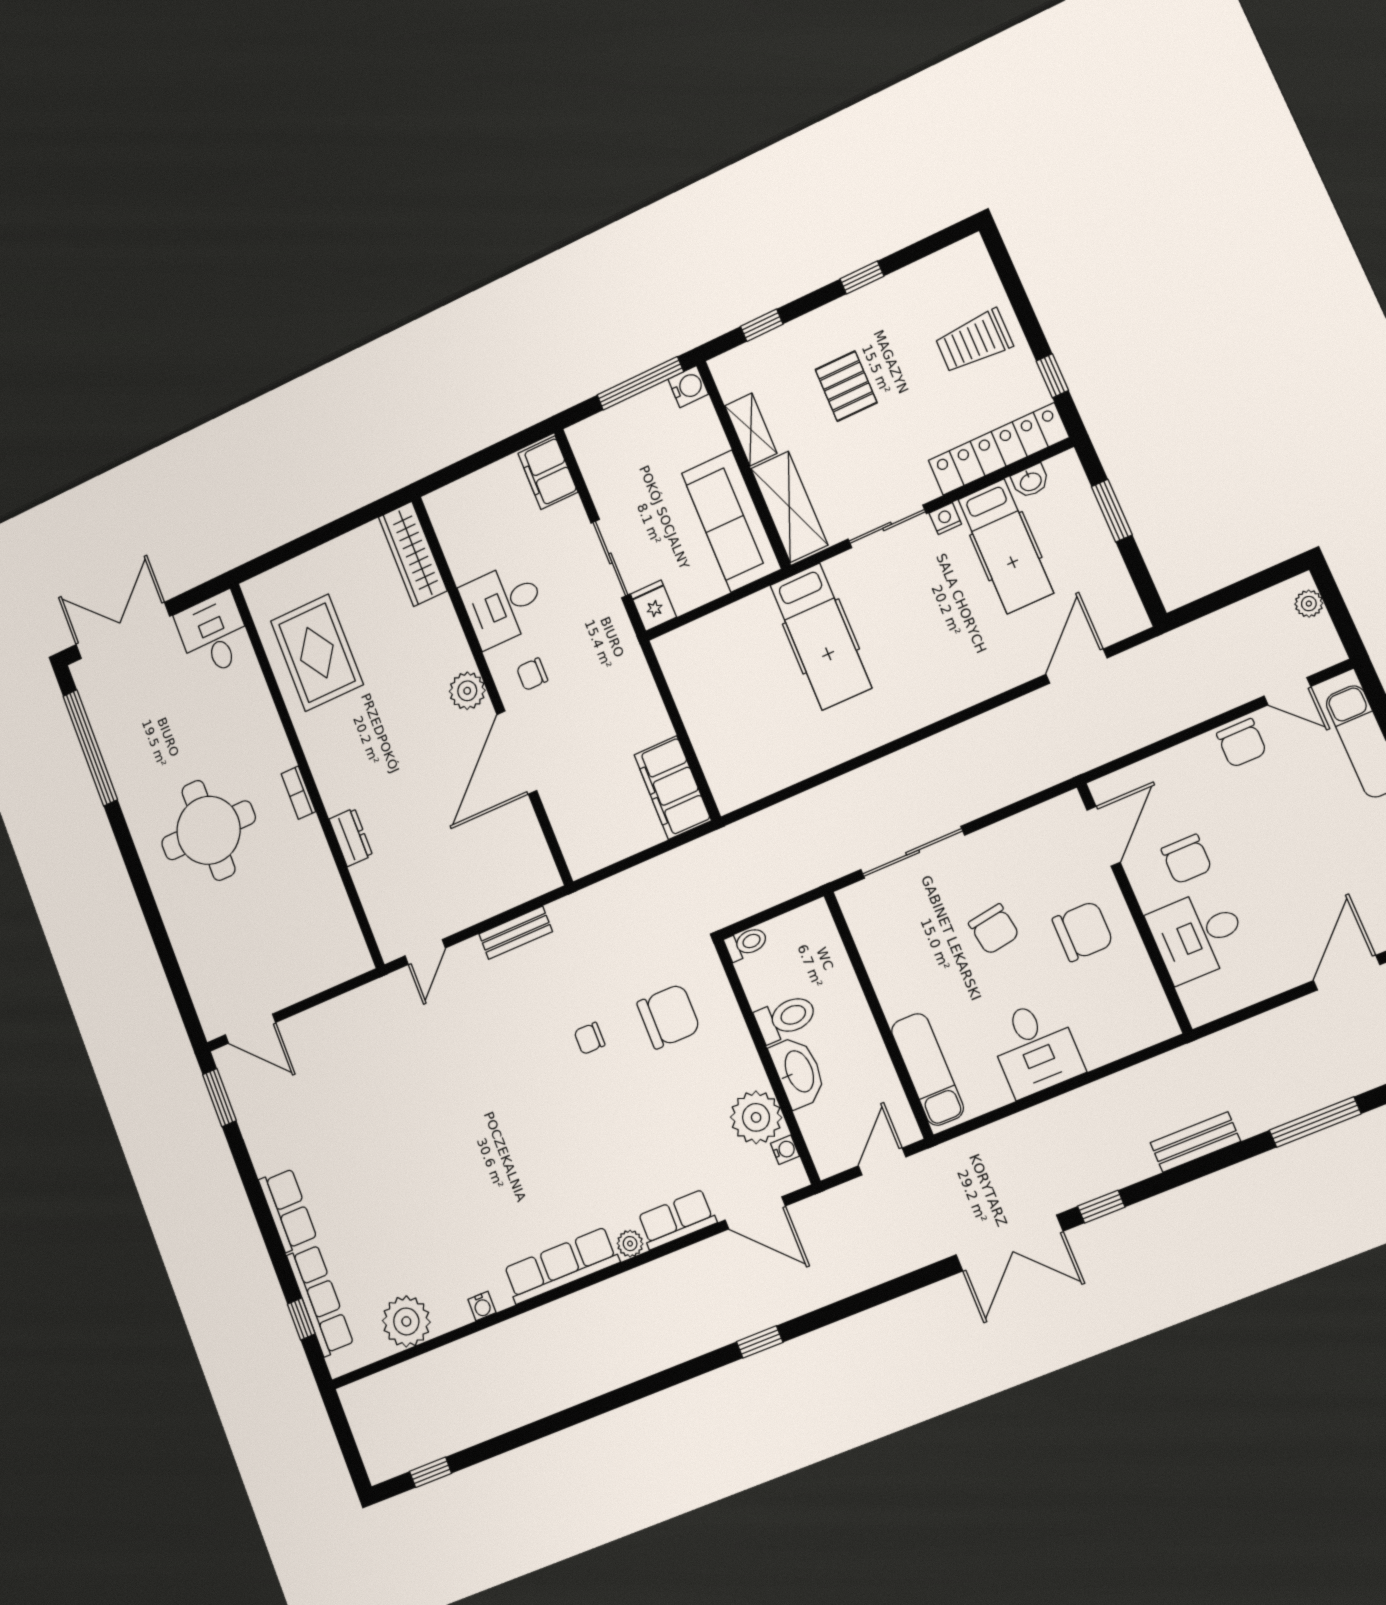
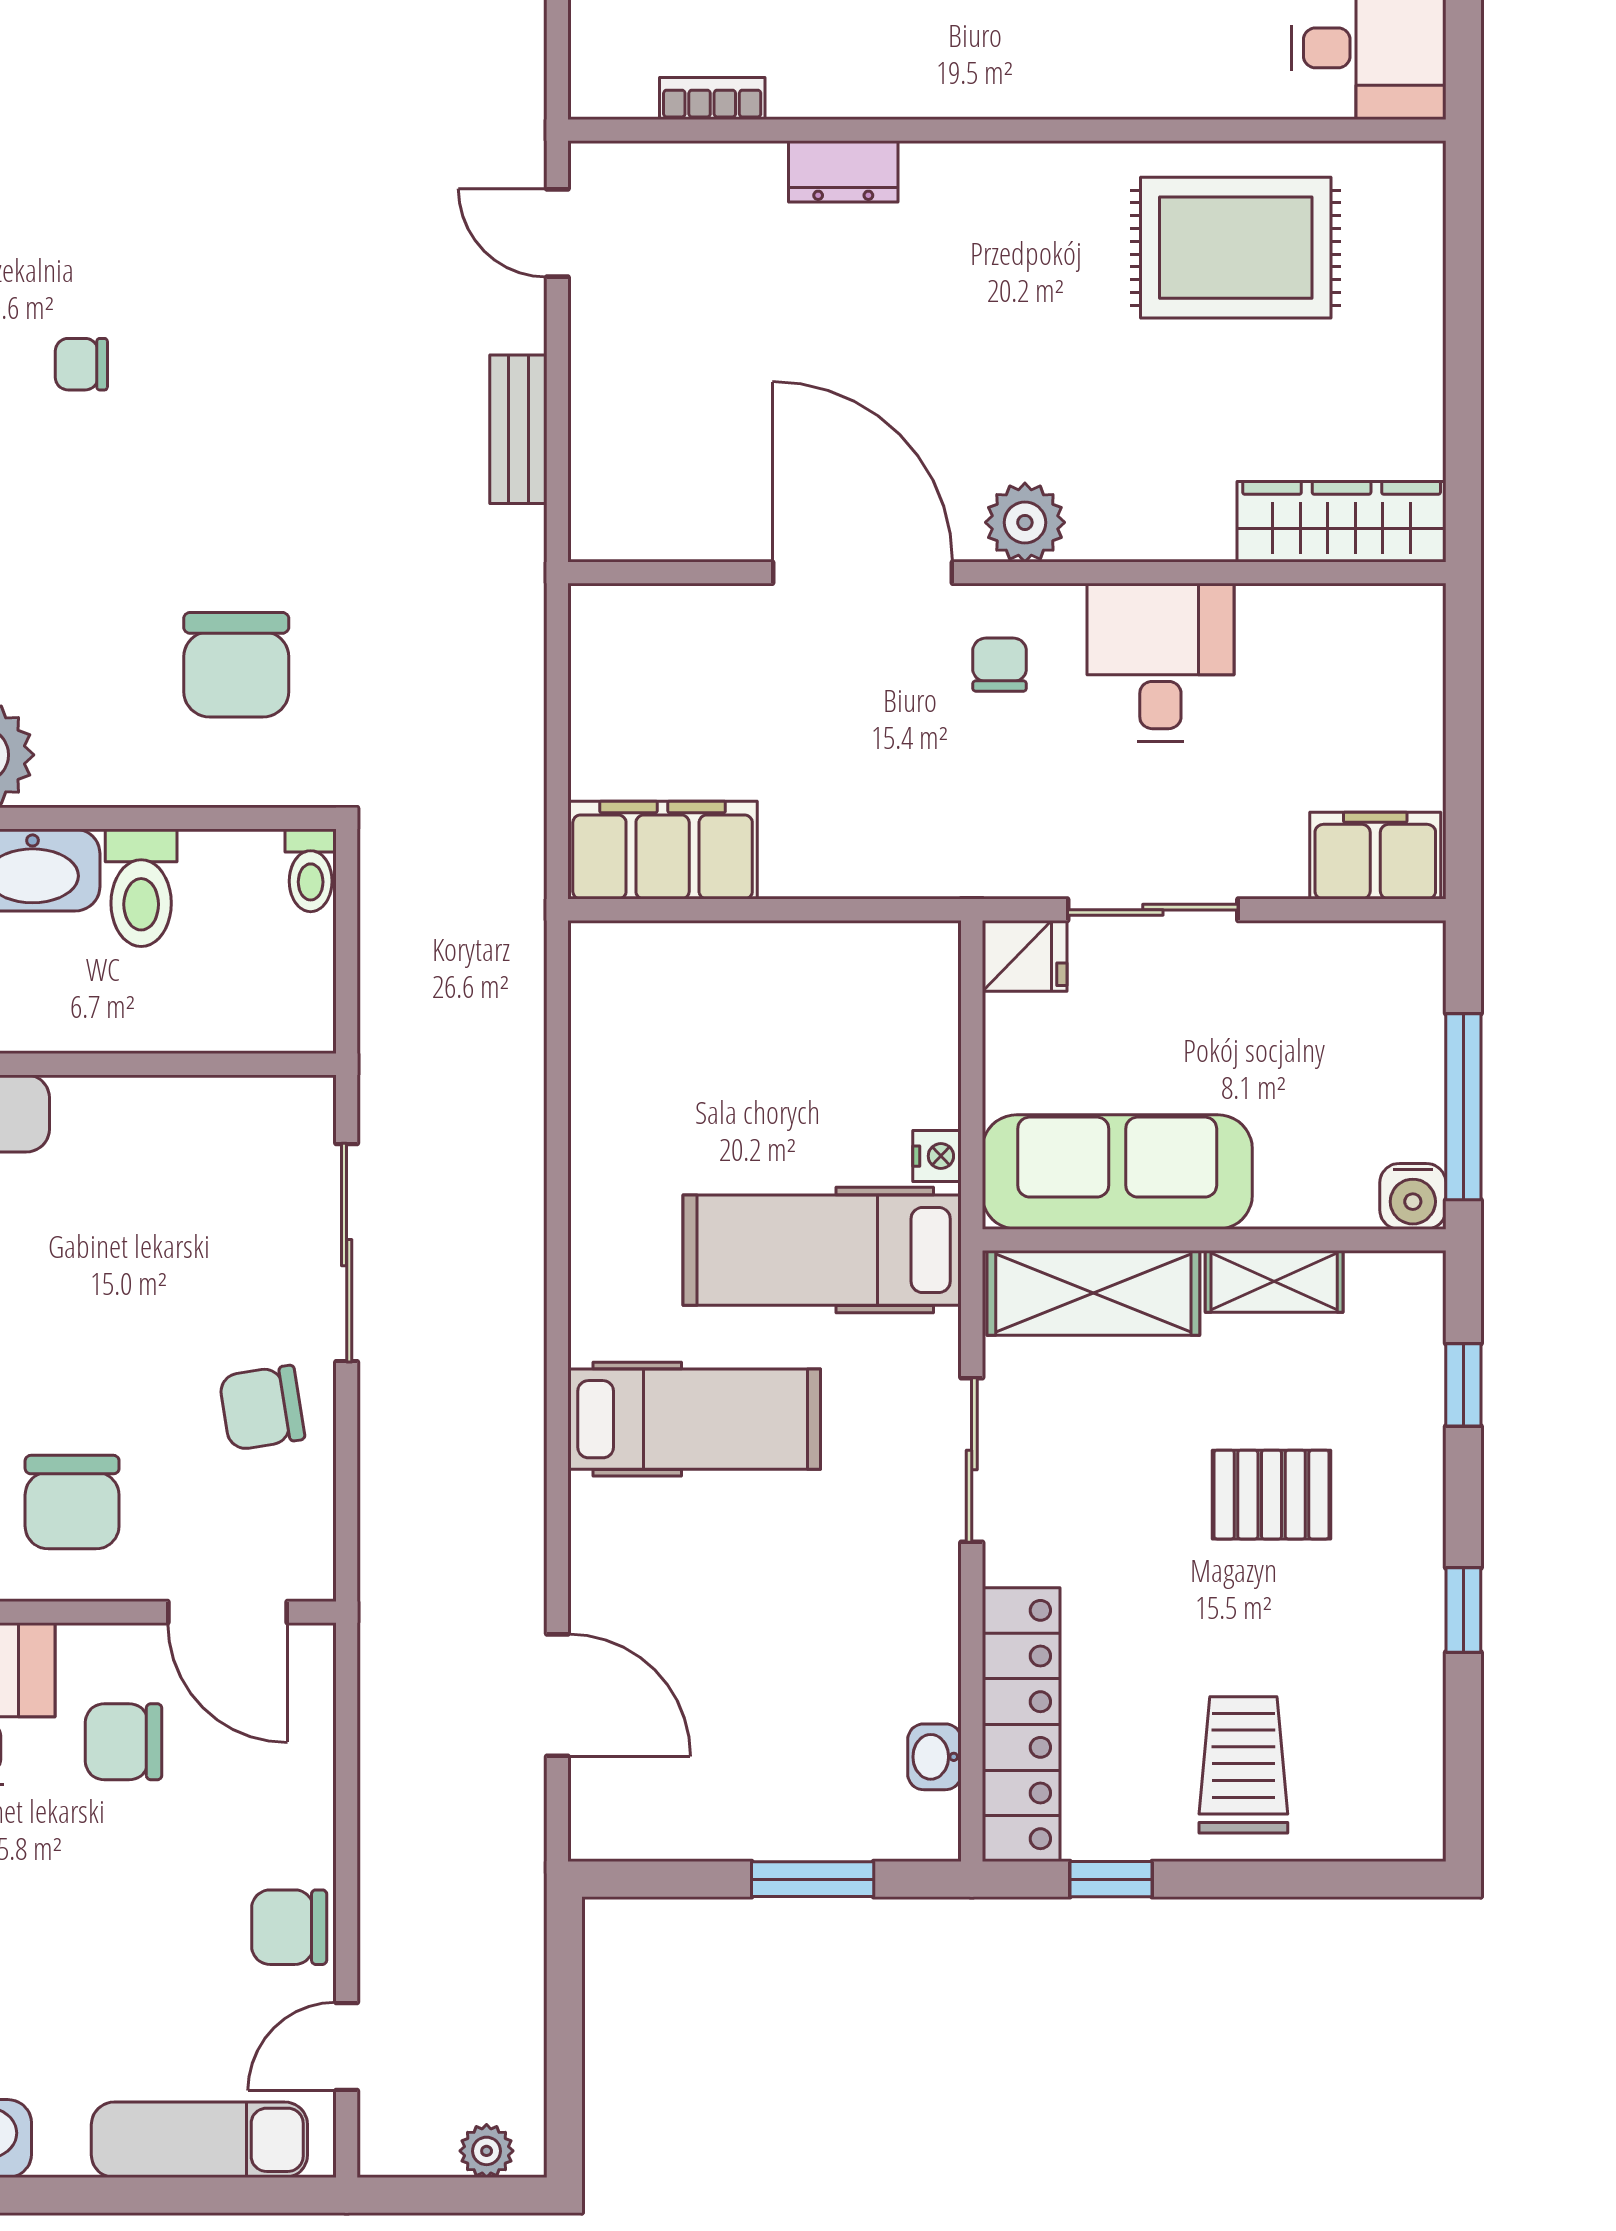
nightstand: (945, 519) -> (937, 1156), moved
hospital bed: (1006, 546) -> (694, 1419), moved, turned 180
bookcase: (298, 793) -> (712, 99), moved
chair: (994, 929) -> (262, 1408), moved
chair: (589, 1038) -> (81, 364), moved, turned -90

